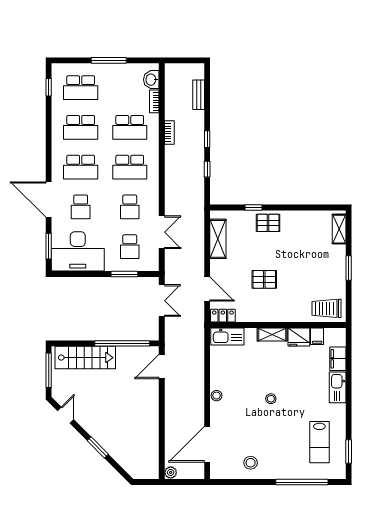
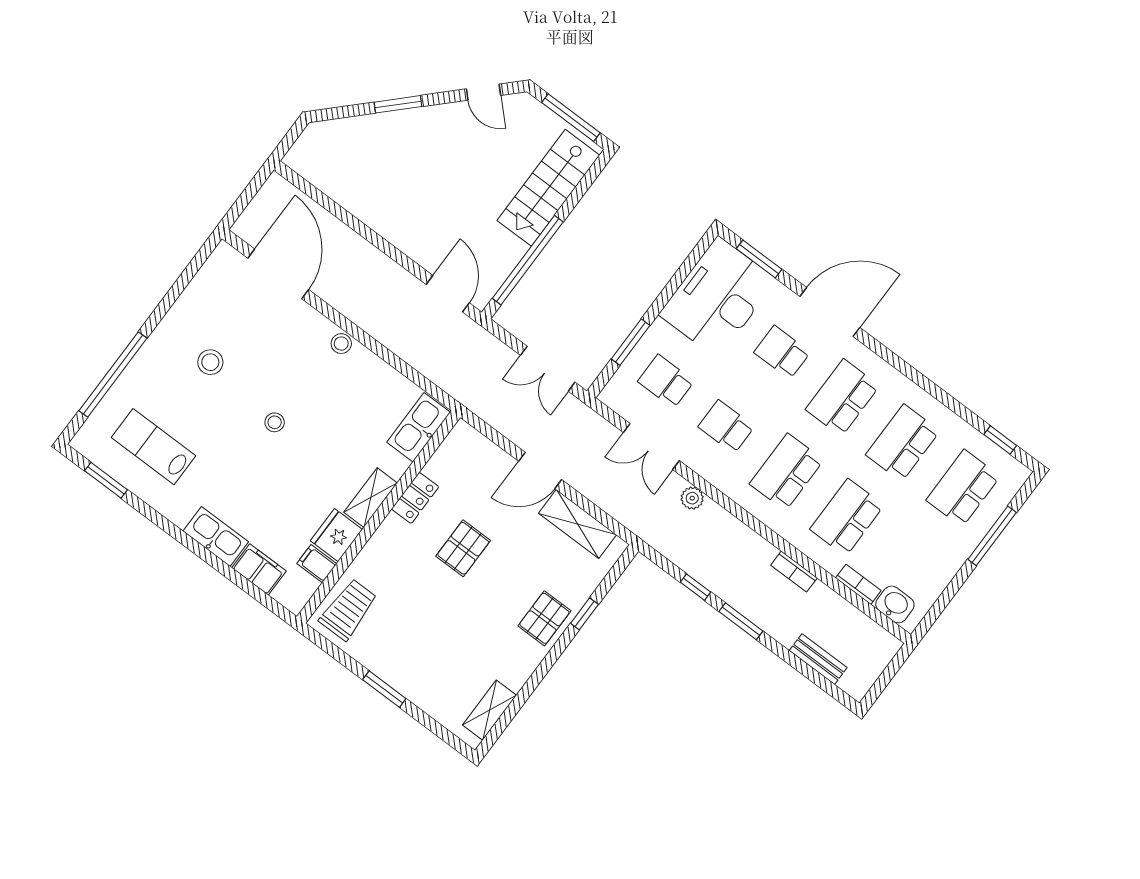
window: (109, 60) -> (992, 536), moved
window: (207, 139) -> (741, 621), width x1.50
shelving: (339, 229) -> (490, 710), moved, turned 90
door: (207, 289) -> (540, 470), moved
locker: (223, 316) -> (415, 498), moved
stool: (251, 463) -> (210, 362), moved
plant: (171, 472) -> (692, 498), moved

